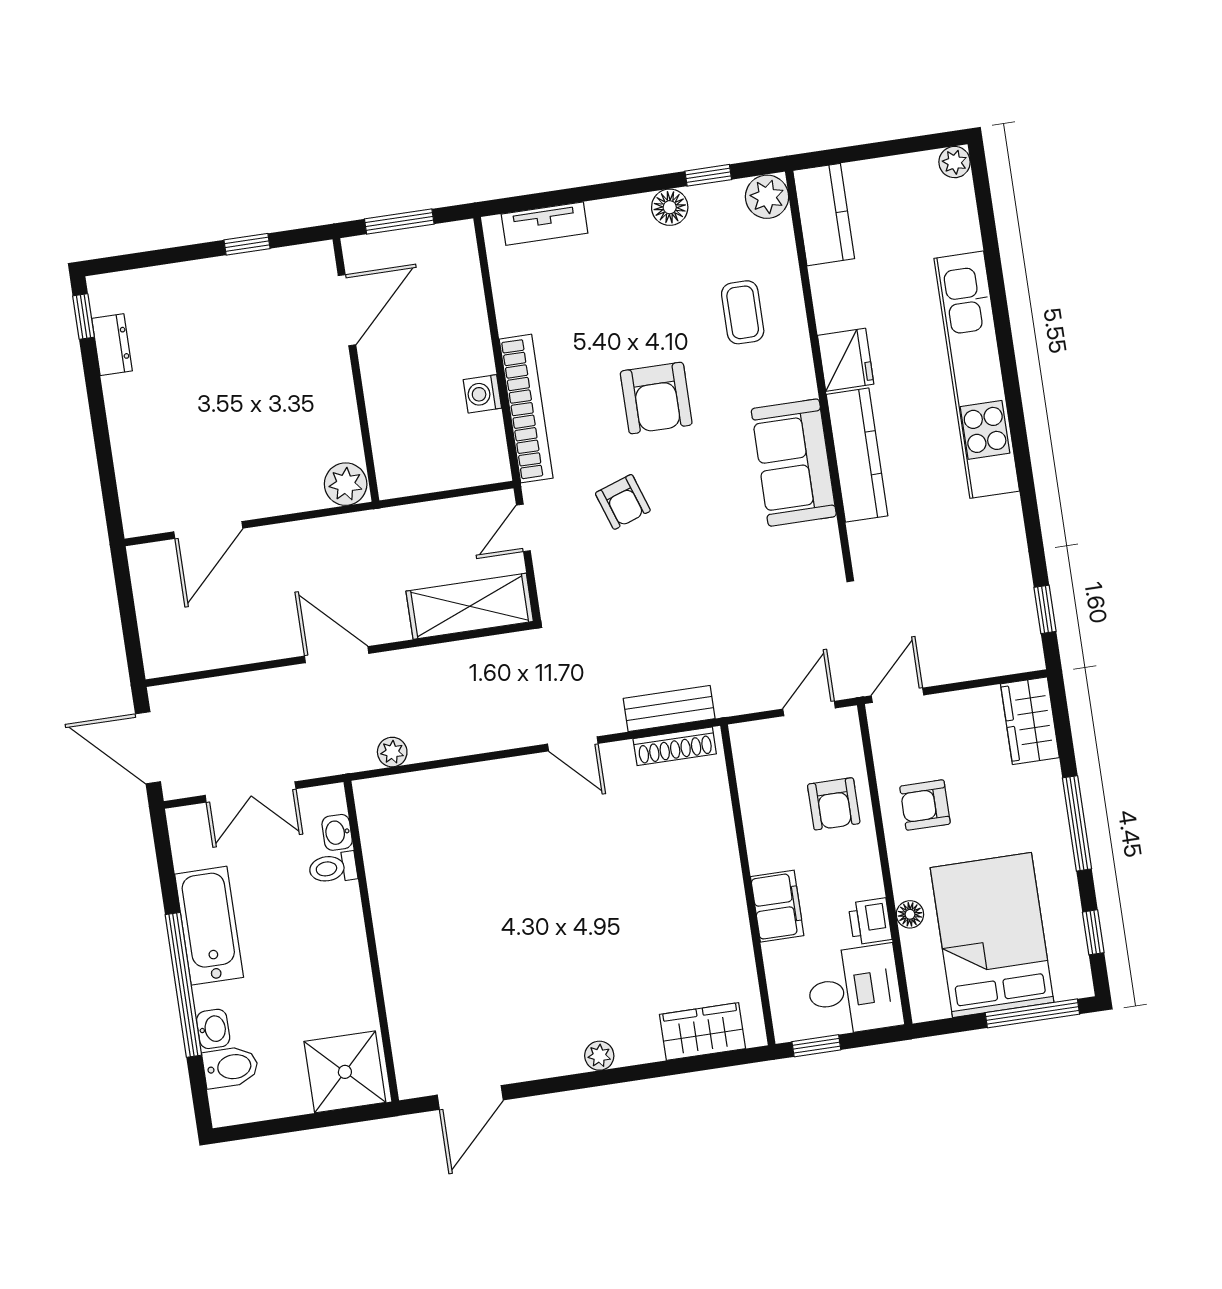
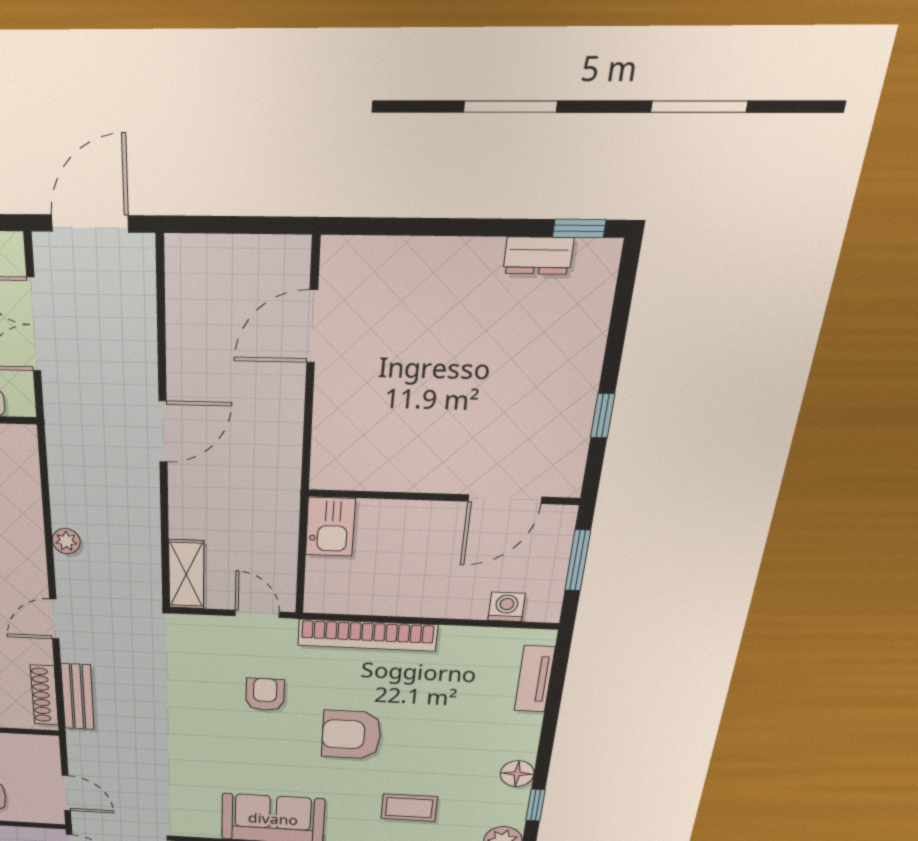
door: (347, 310) -> (505, 499), hinge flipped
washing machine: (482, 394) -> (507, 607), moved
kitchen sink: (408, 472) -> (330, 527), added
plant: (346, 484) -> (331, 469), removed
armchair: (623, 502) -> (265, 694), turned 109
door: (208, 530) -> (312, 327), hinge flipped
shelving: (470, 606) -> (186, 574), width x0.67, depth x0.75
plant: (392, 752) -> (66, 541), moved

